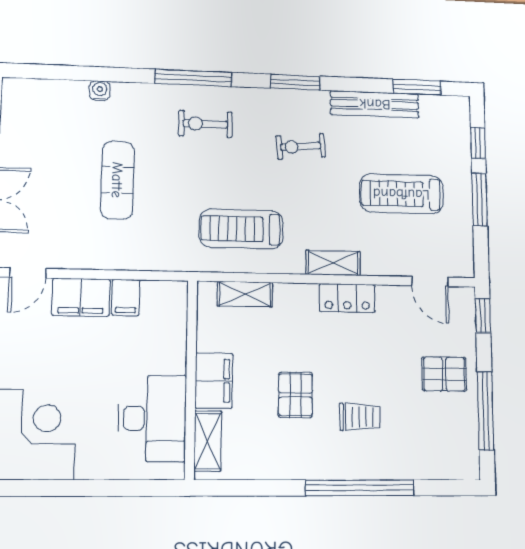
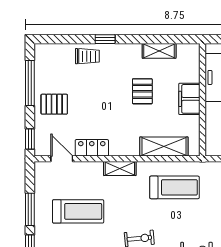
shelving: (245, 294) -> (164, 146), width x1.50, depth x1.33
locker: (347, 298) -> (92, 148), moved
trolley: (360, 417) -> (87, 56), moved, turned 180
shelving: (208, 441) -> (159, 51), moved, turned 90
window: (360, 488) -> (105, 39), width x0.32

